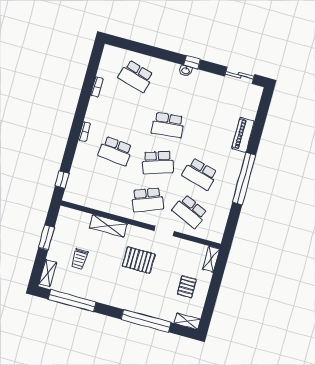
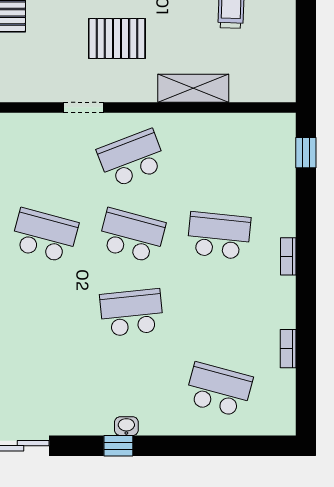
school desk: (158, 162) -> (132, 236), turned 33
school desk: (190, 211) -> (45, 158), removed
window: (46, 237) -> (306, 33), removed

